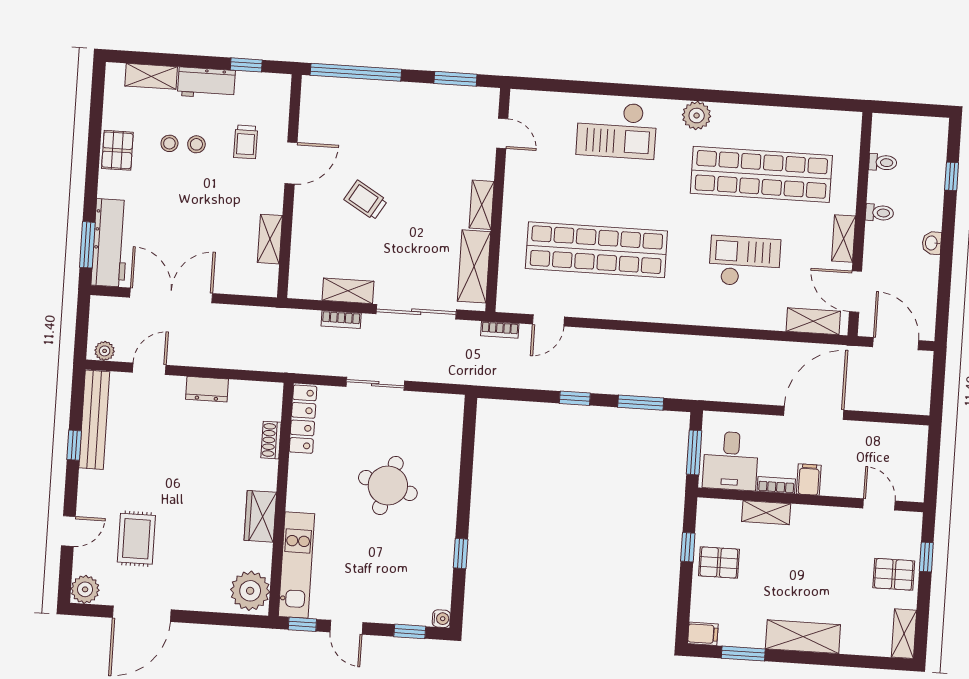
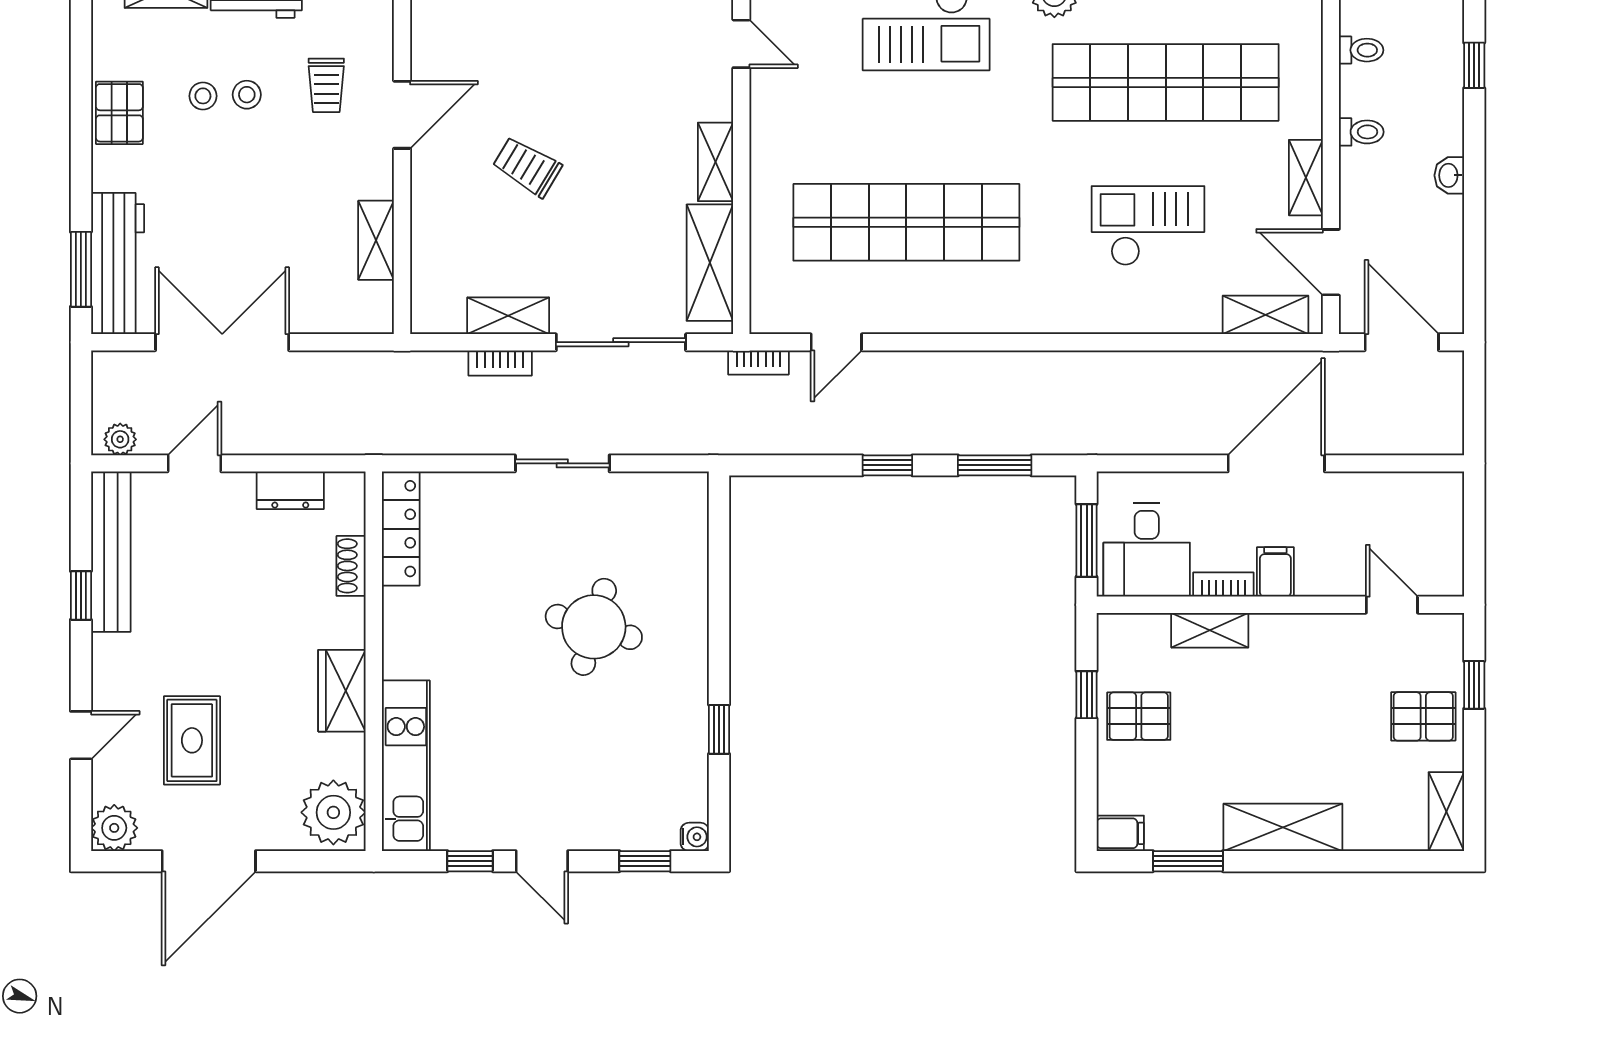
locker: (303, 419) -> (401, 529), moved
shoe rack: (271, 440) -> (351, 566), moved
wall: (281, 500) -> (374, 661), moved
wardrobe: (260, 516) -> (342, 691), moved
kitchen unit: (296, 565) -> (406, 766), moved
plant: (250, 591) -> (333, 812), moved

